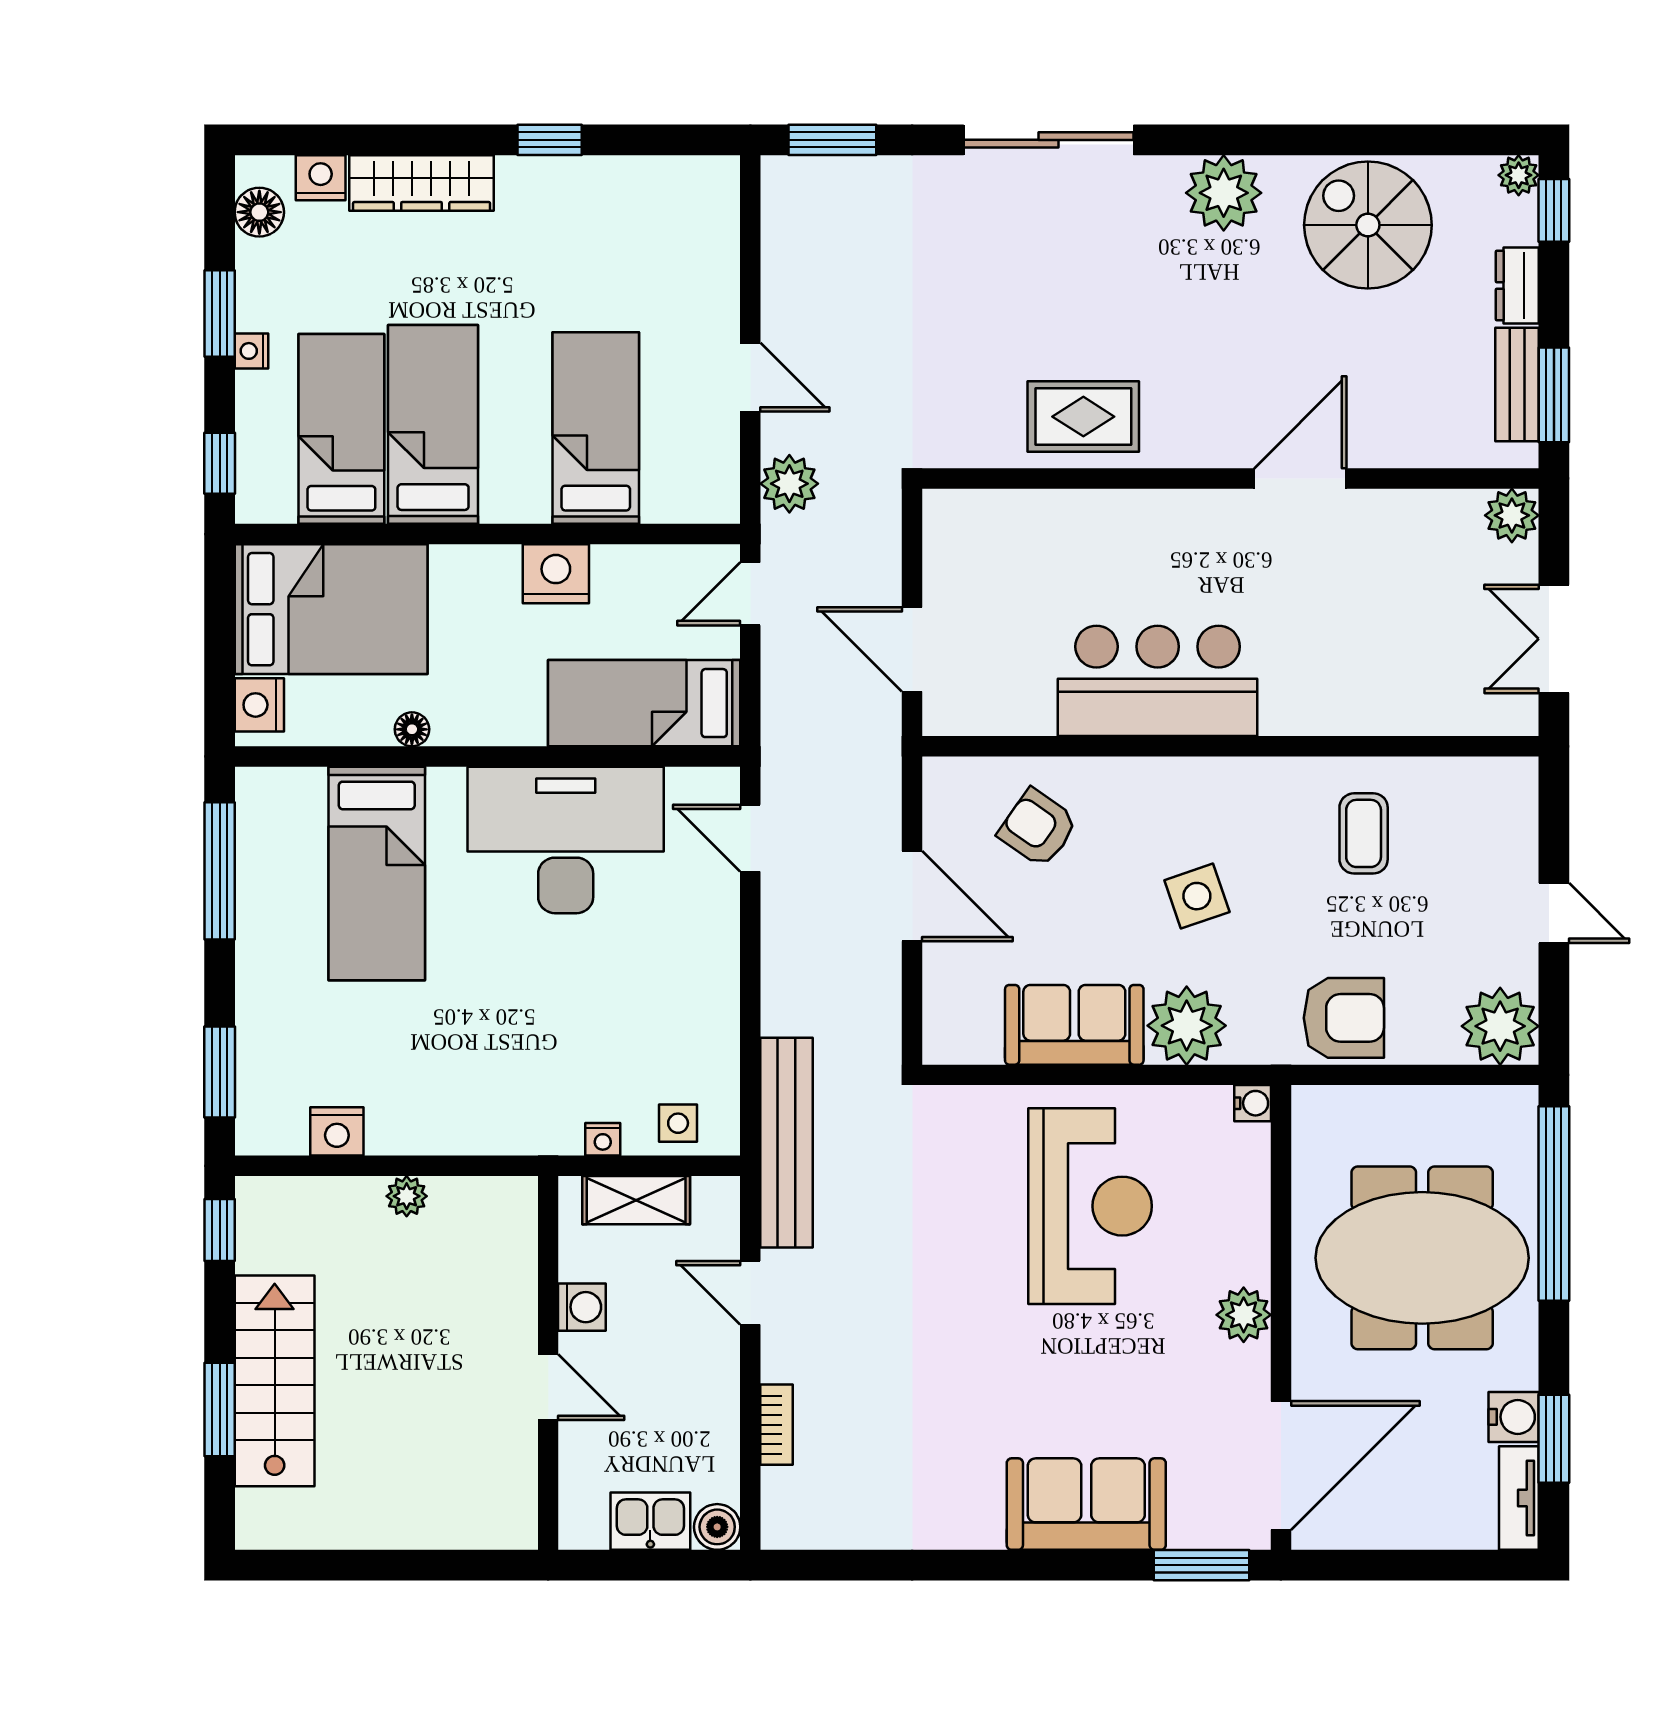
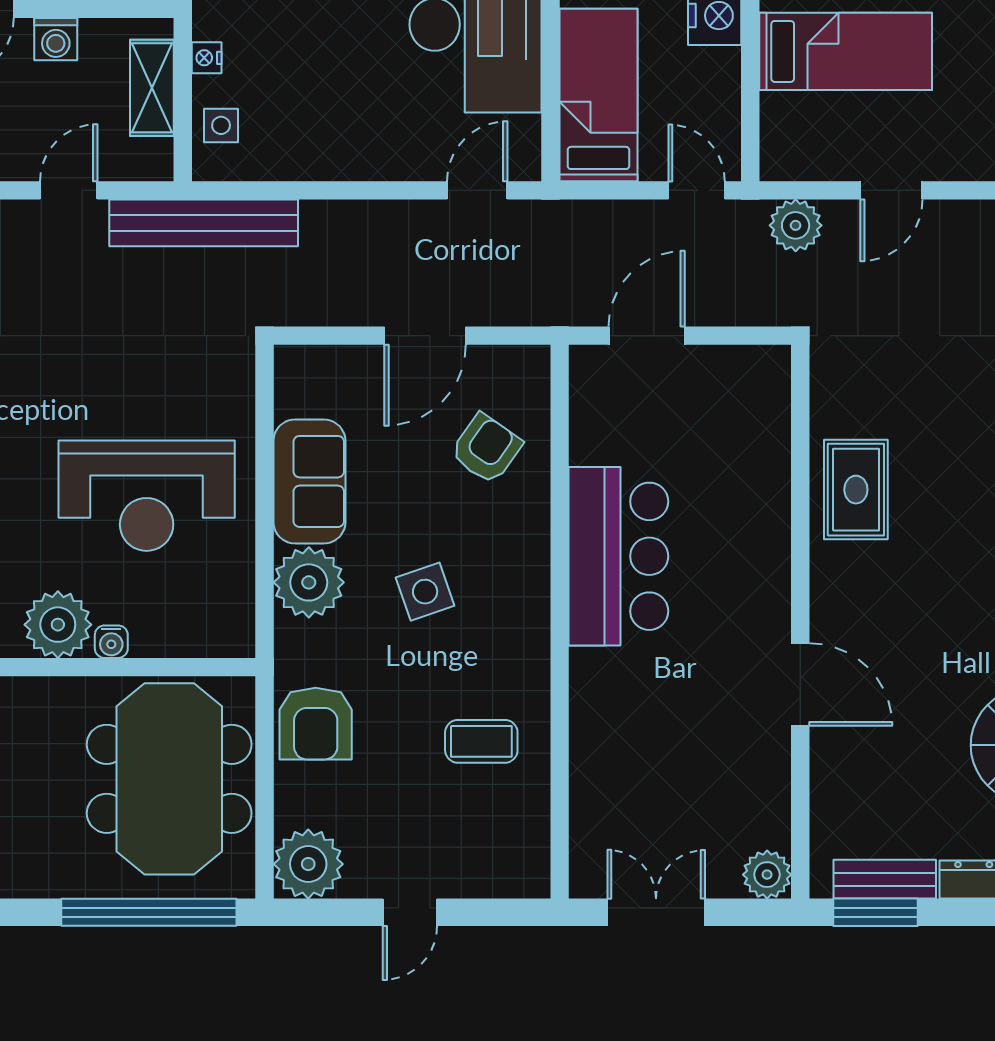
water cooler: (1253, 1103) -> (111, 642), moved
meeting table: (1422, 1258) -> (169, 779), moved
plant: (1244, 1315) -> (58, 625), width x1.36, depth x1.36

